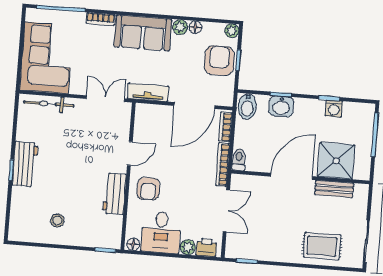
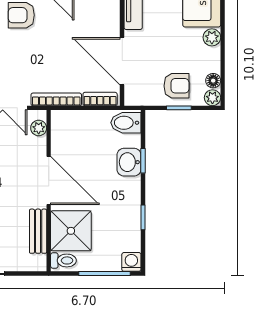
floor lamp: (195, 27) -> (213, 81), moved
armchair: (219, 61) -> (177, 86), width x0.72, depth x0.72
washing machine: (334, 108) -> (131, 262), moved, turned 90
toilet: (239, 159) -> (63, 260), moved
plant: (246, 181) -> (39, 128), added

